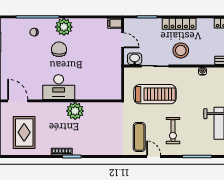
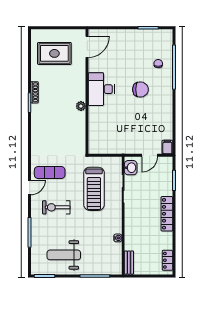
plant: (64, 27) -> (164, 94), removed
stool: (181, 50) -> (139, 215), removed
plant: (75, 111) -> (81, 106), width x0.53, depth x0.53

